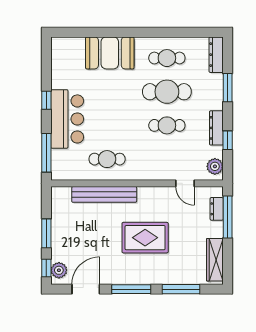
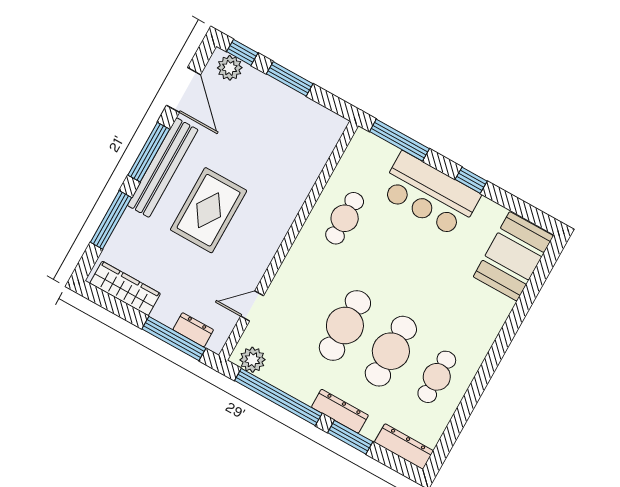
booth: (110, 53) -> (513, 256), moved
cafe table: (167, 125) -> (345, 326), width x1.37, depth x1.35
dresser: (216, 128) -> (340, 411), moved
window: (228, 140) -> (278, 397), width x3.17
bench: (104, 194) -> (163, 168), moved

